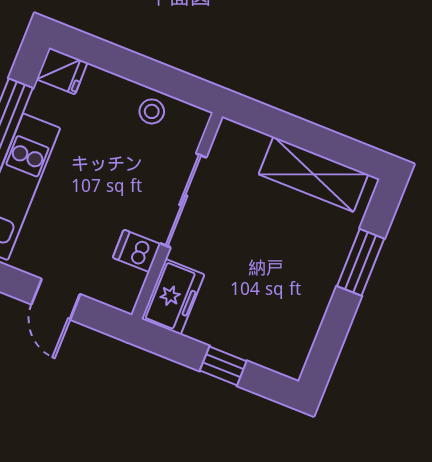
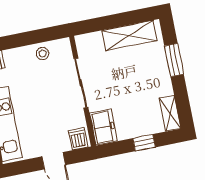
dishwasher: (137, 251) -> (78, 139), moved, turned 90
shelving: (297, 345) -> (170, 113), added

